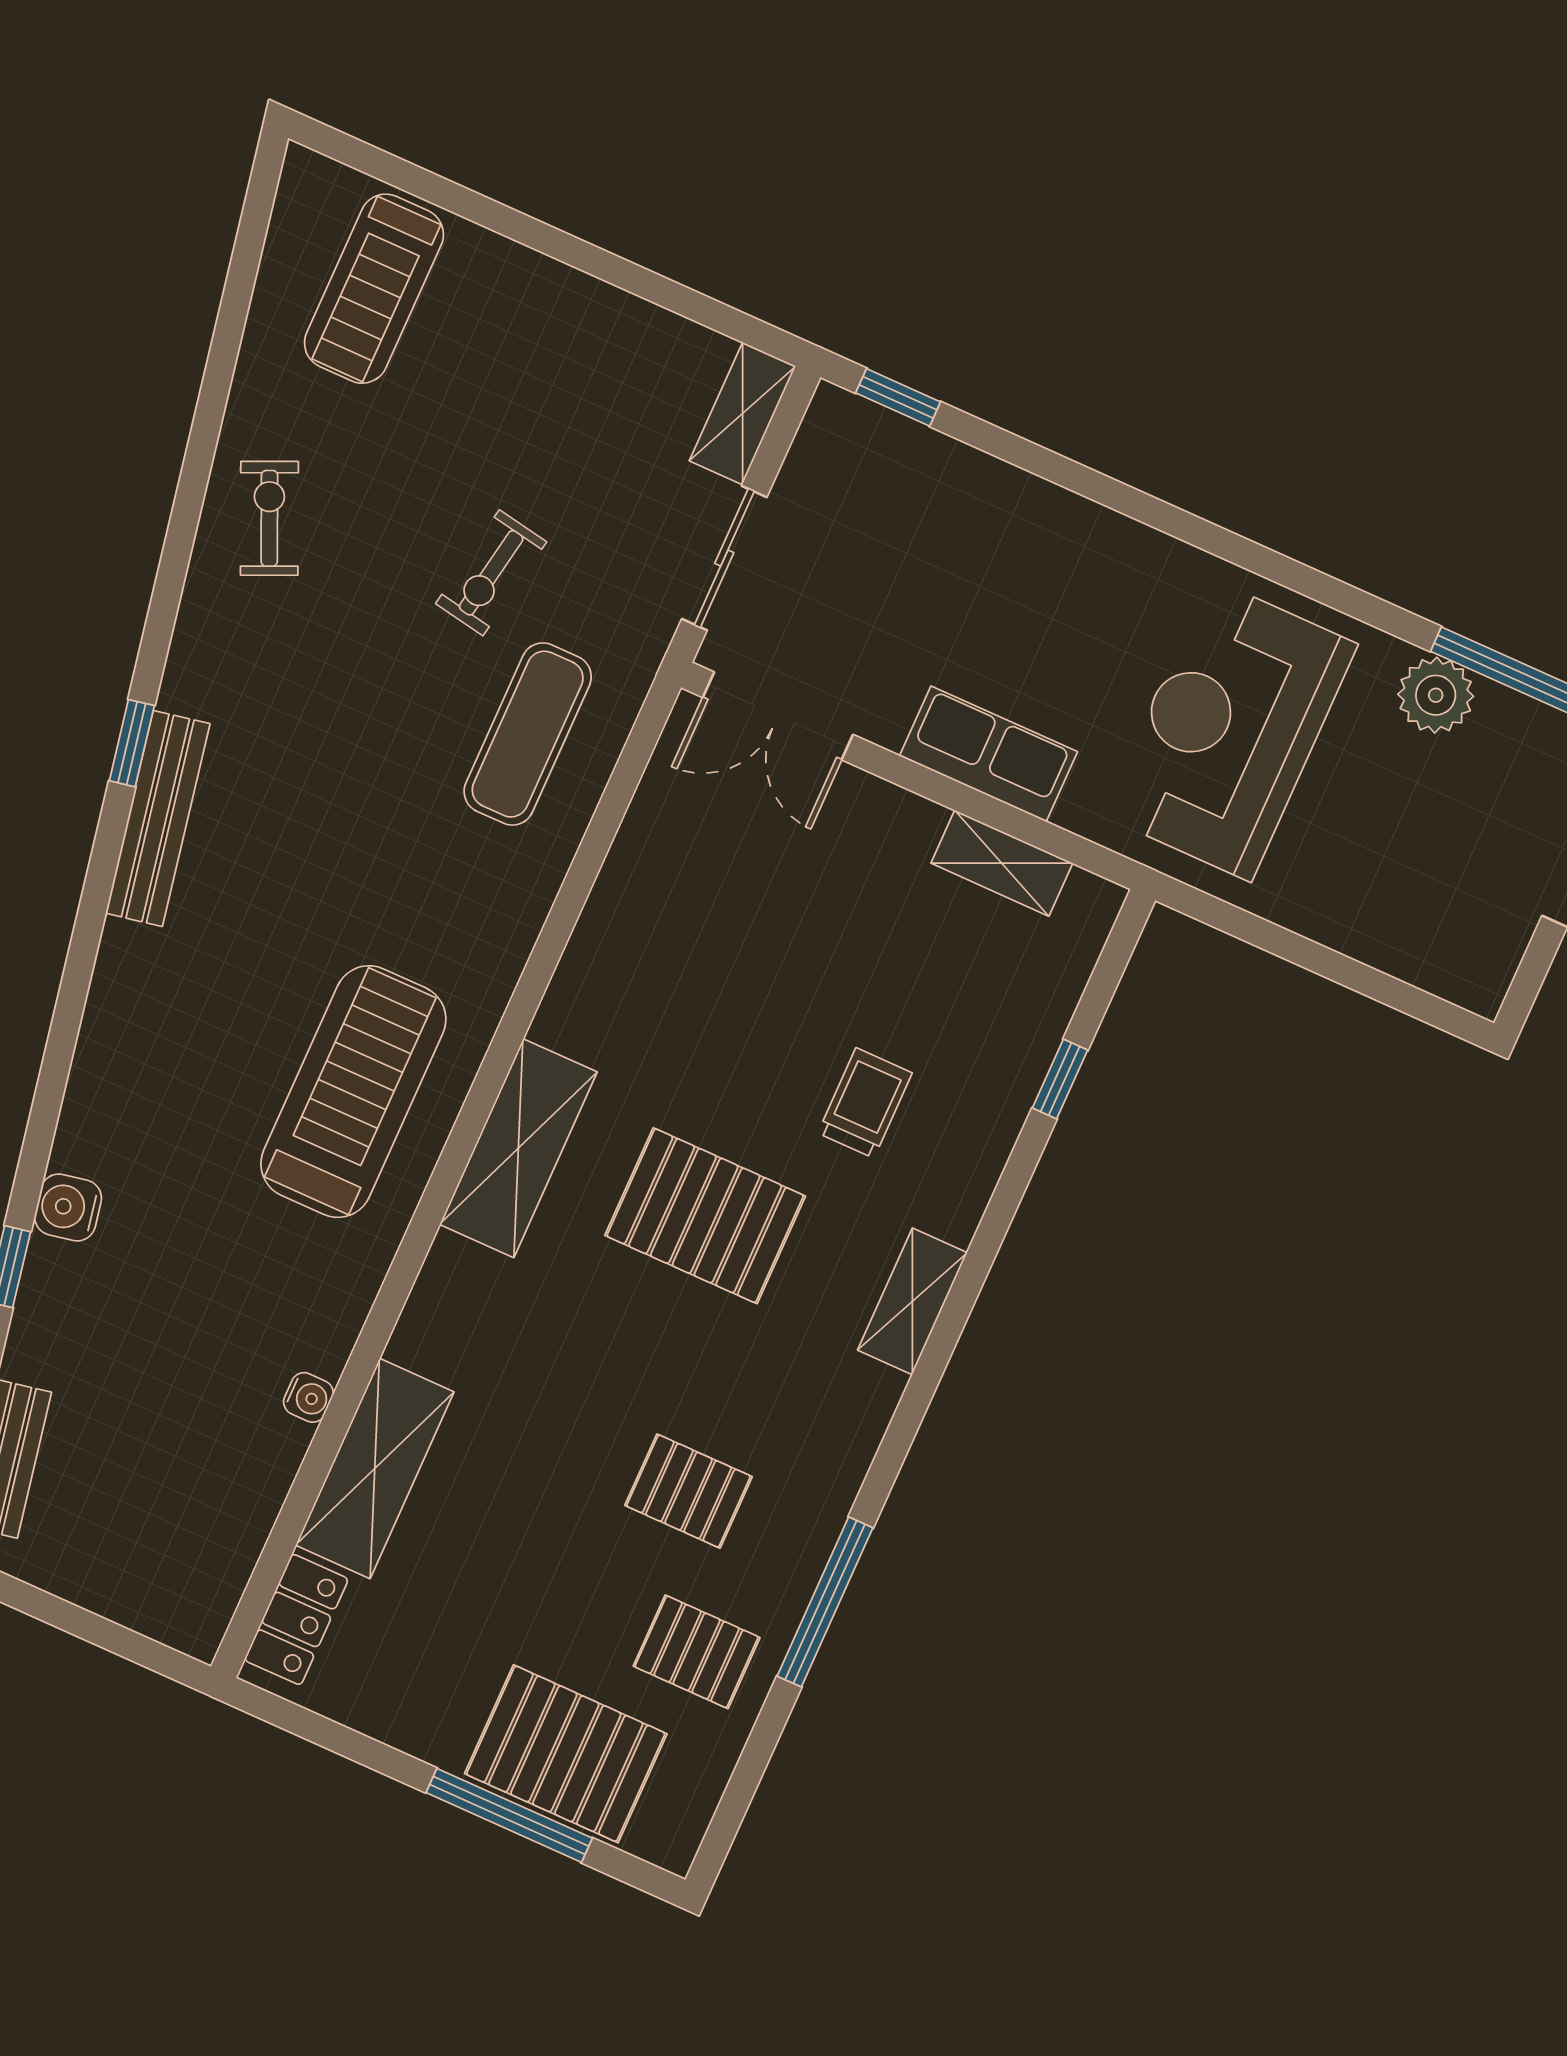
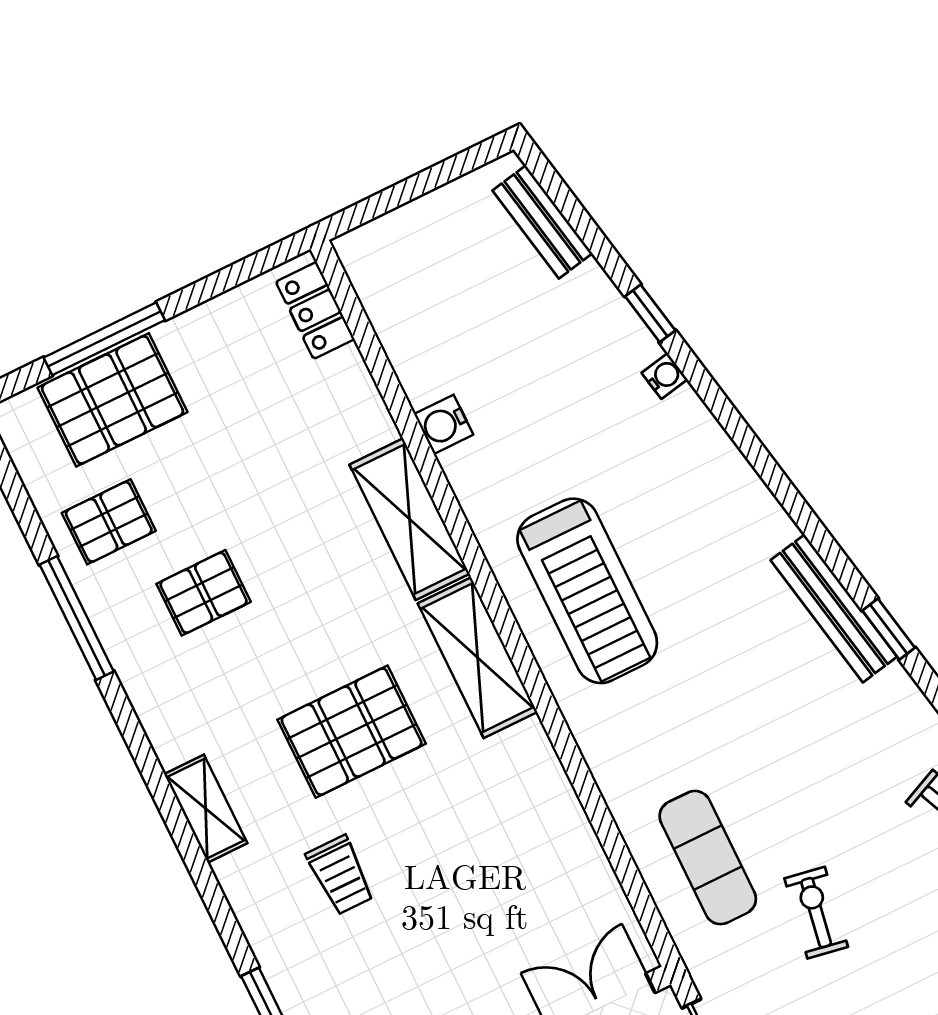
water cooler: (68, 1207) -> (665, 376), width x0.72, depth x0.72
water cooler: (308, 1397) -> (443, 424), width x1.38, depth x1.38
shelving: (375, 1468) -> (410, 519), moved

